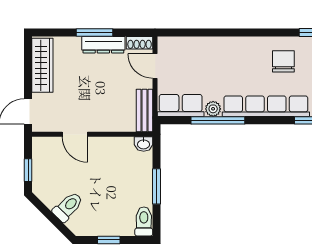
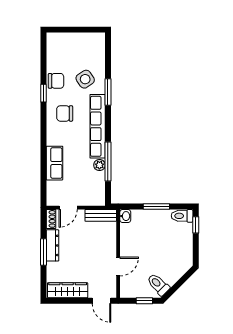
row of seats: (181, 105) -> (54, 163), moved, turned 180
toilet: (68, 207) -> (158, 285), moved
window: (109, 240) -> (196, 225), moved

